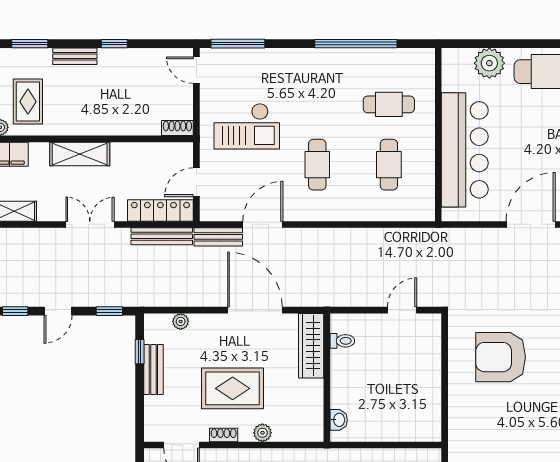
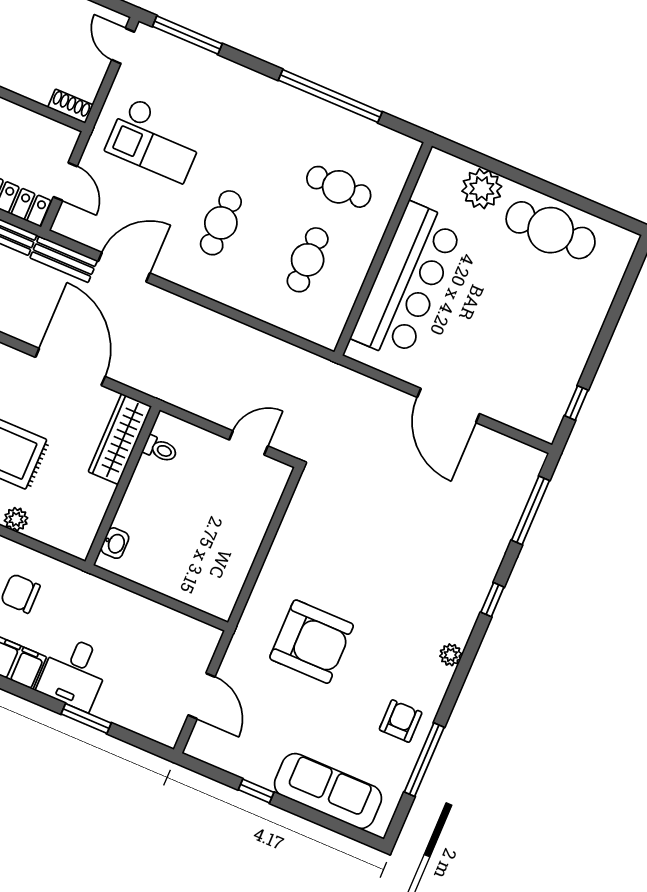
door: (196, 182) -> (65, 182), swing flipped
door: (531, 224) -> (448, 406), swing flipped
armchair: (501, 357) -> (312, 642), moved, turned 180

